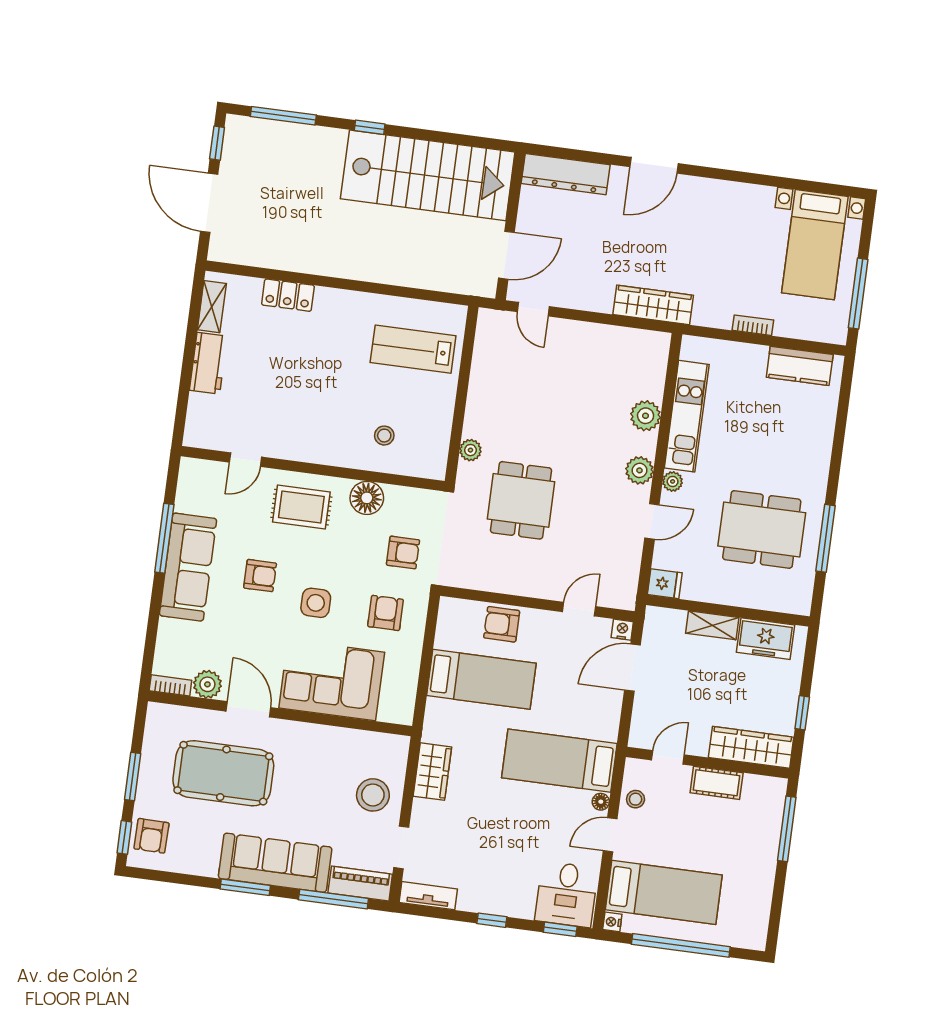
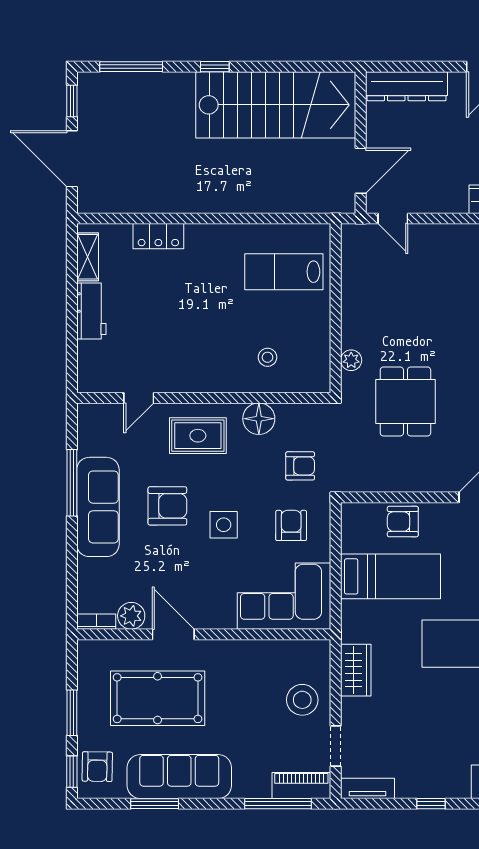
armchair: (260, 576) -> (167, 506), width x1.38, depth x1.38
corner sofa: (332, 680) -> (284, 596), moved
sofa: (275, 863) -> (179, 777), moved
window: (245, 887) -> (155, 804), moved

